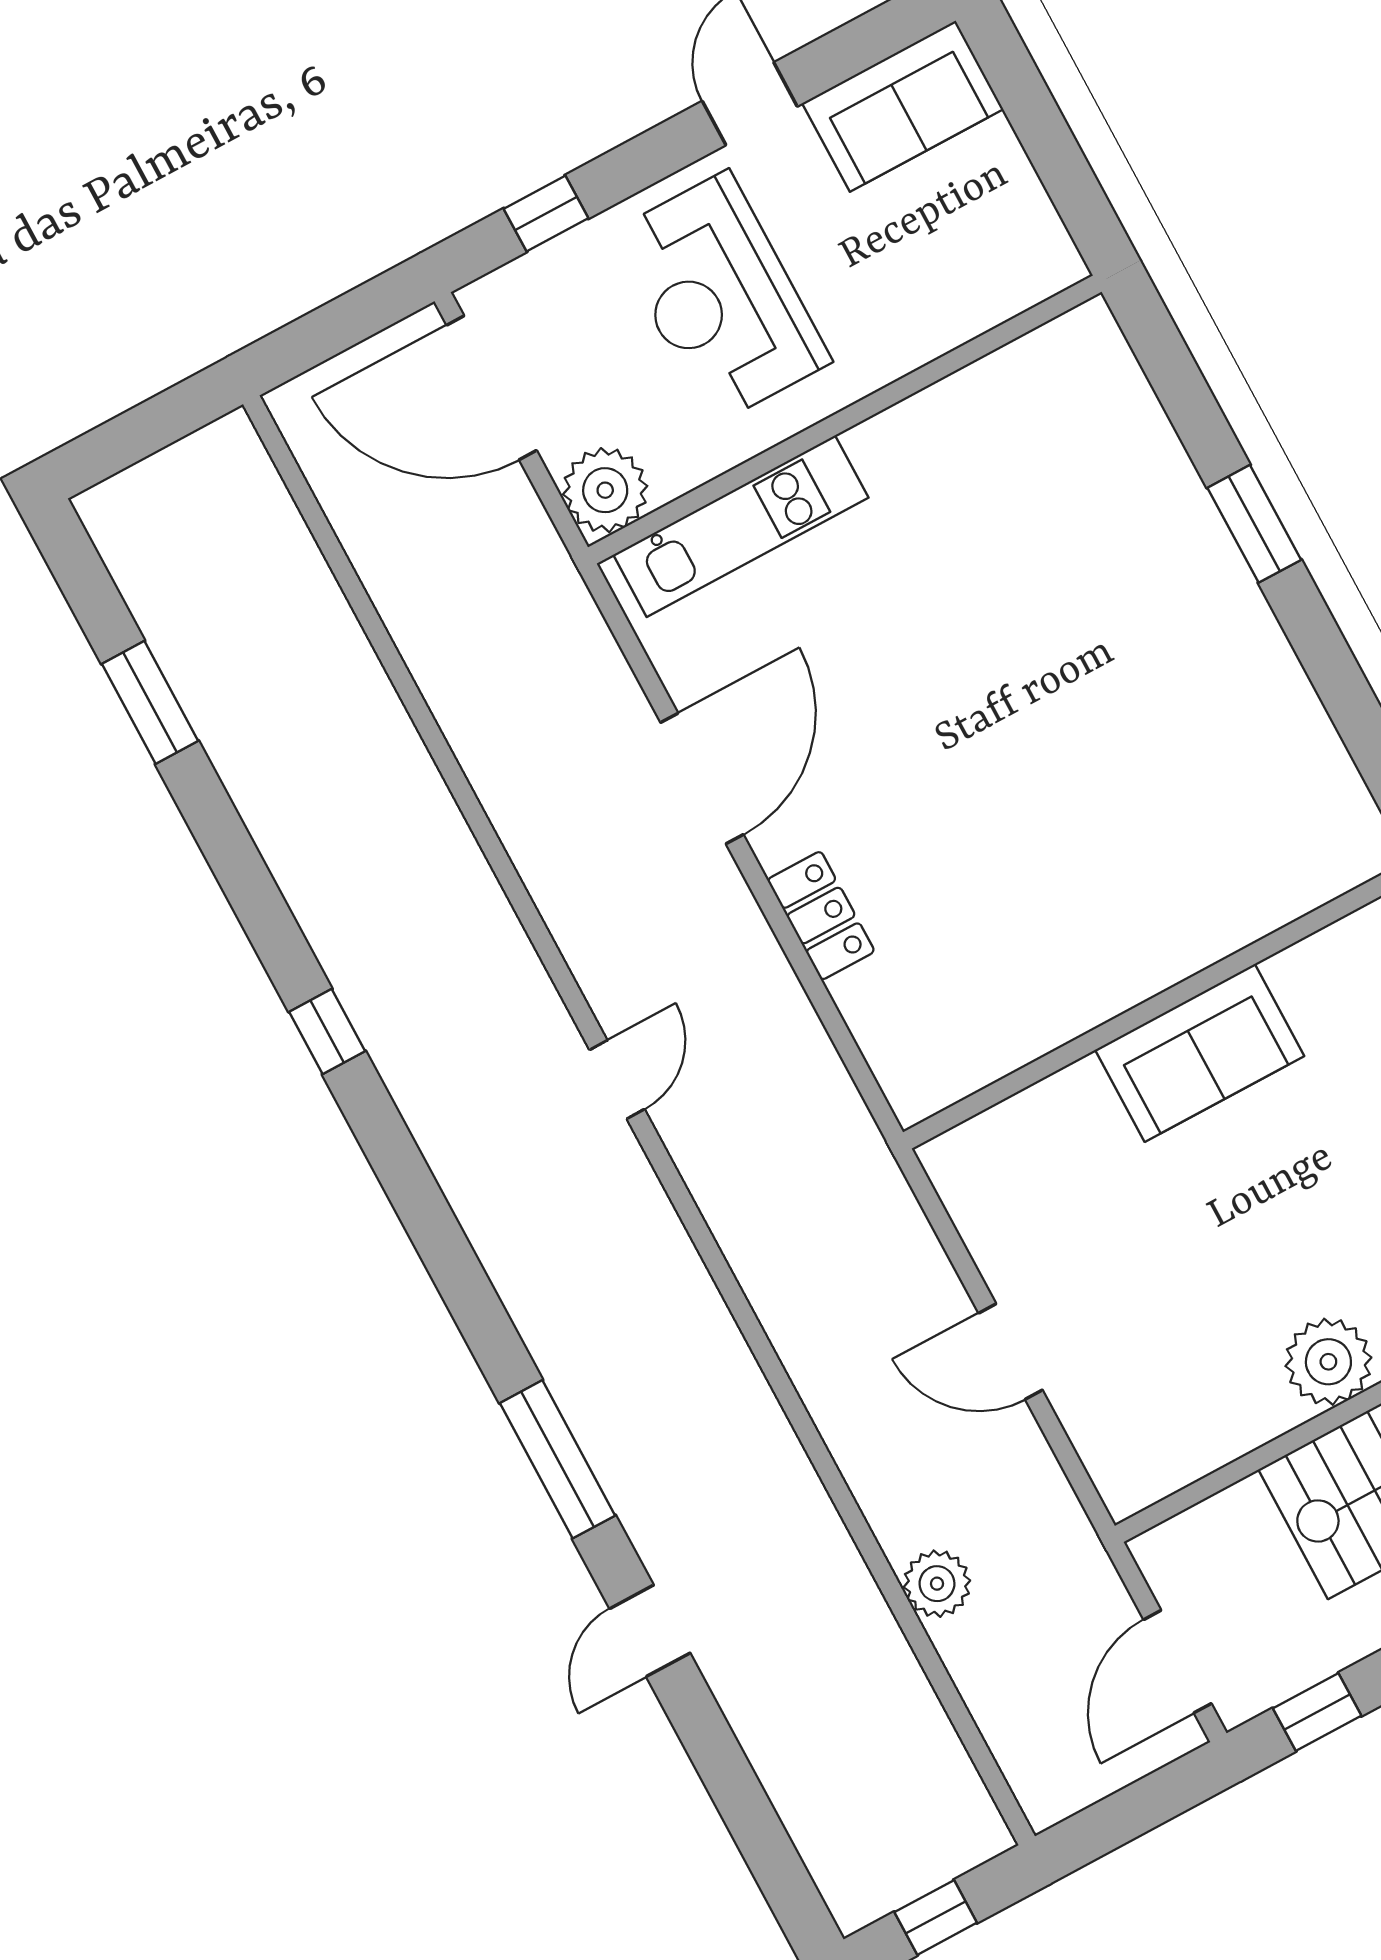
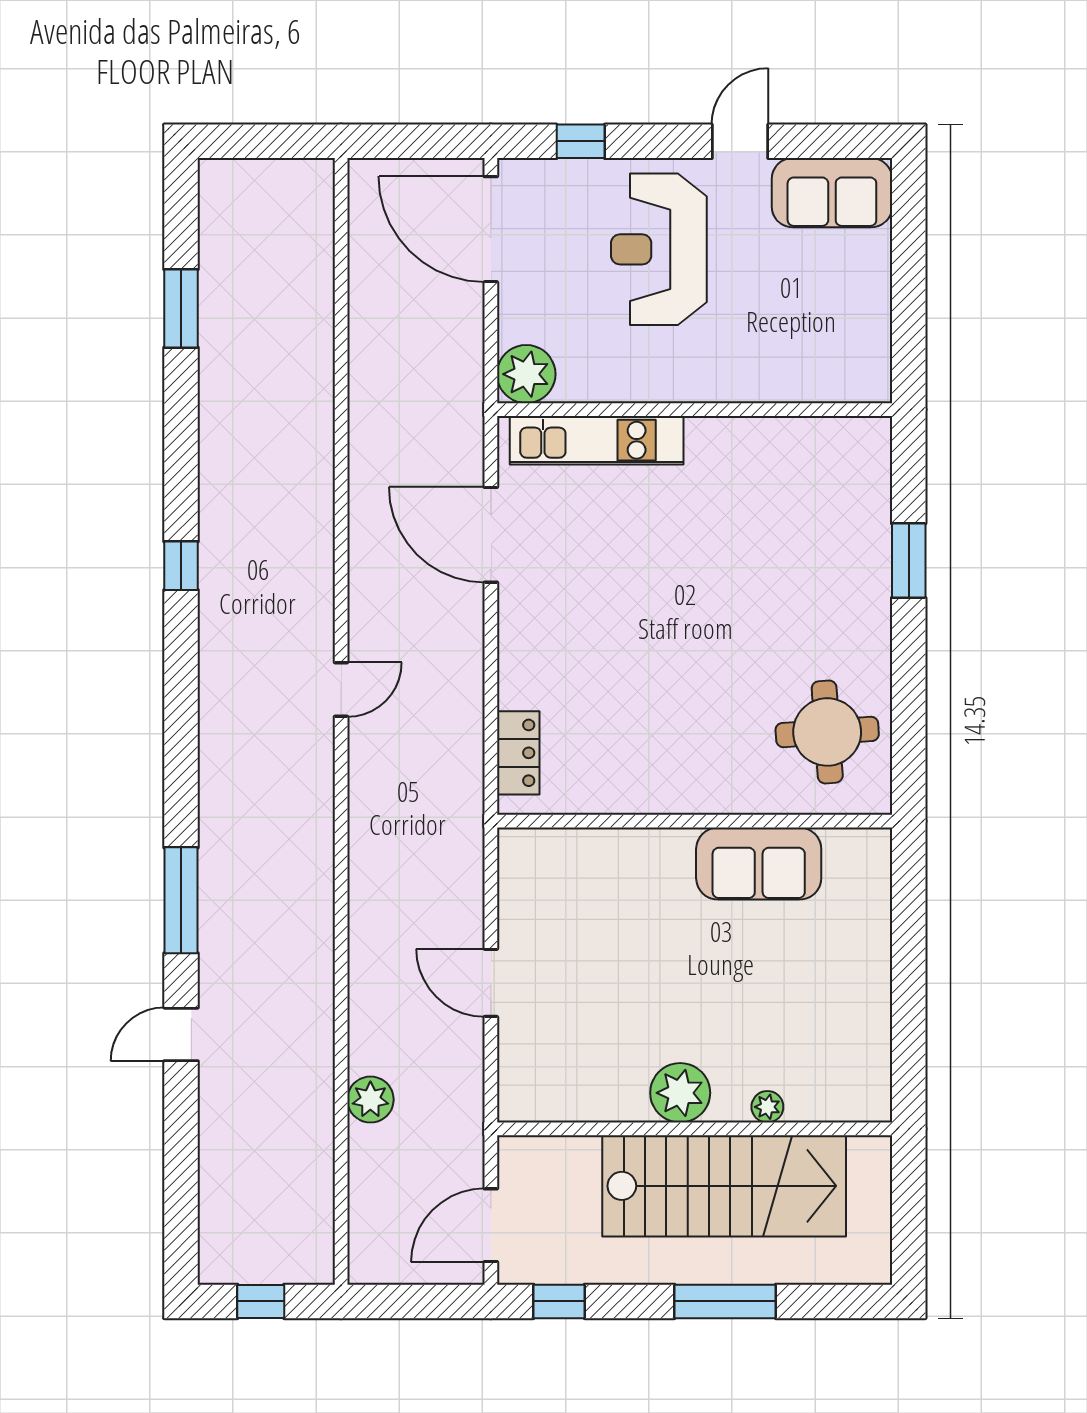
wall: (845, 420) -> (695, 410), moved
plant: (605, 490) -> (526, 374), moved
kitchen unit: (741, 526) -> (597, 440), moved
door: (702, 778) -> (491, 535), swing flipped
round table: (1268, 799) -> (827, 732), added
locker: (821, 916) -> (518, 753), moved
sofa: (1200, 1053) -> (759, 864), moved

